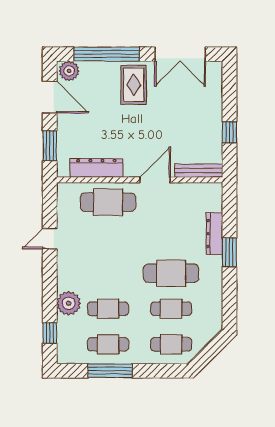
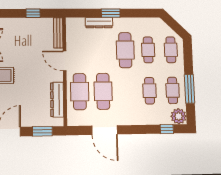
cafe table: (108, 238) -> (103, 91), added
door: (50, 239) -> (105, 130), width x1.87
plant: (69, 303) -> (179, 116), moved

